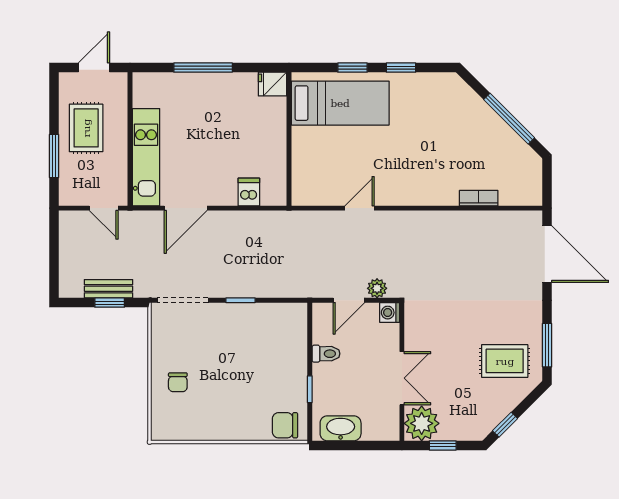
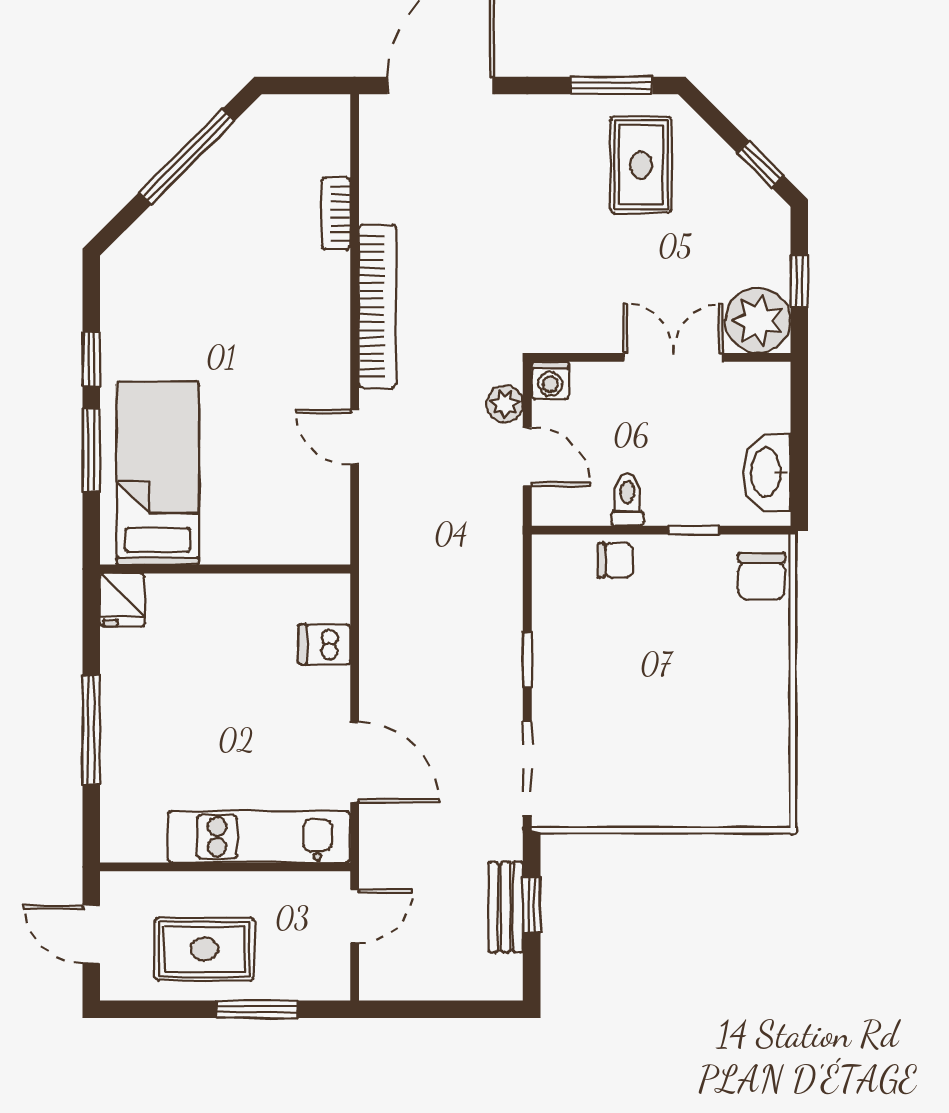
window: (353, 68) -> (91, 450), width x1.50
bookcase: (429, 220) -> (377, 306), added
chair: (178, 382) -> (616, 560), moved

